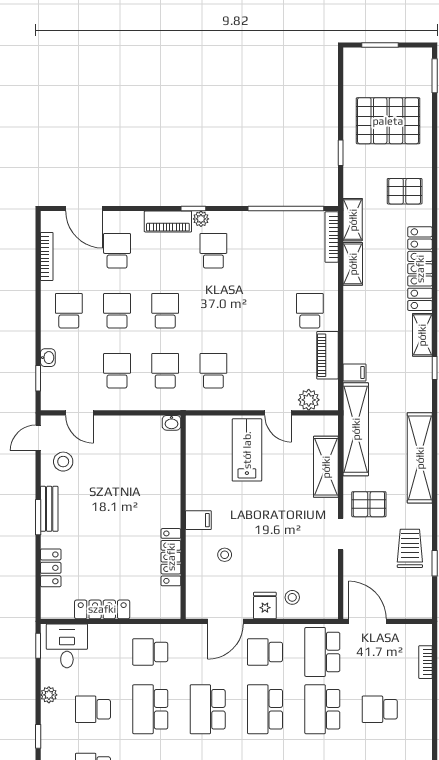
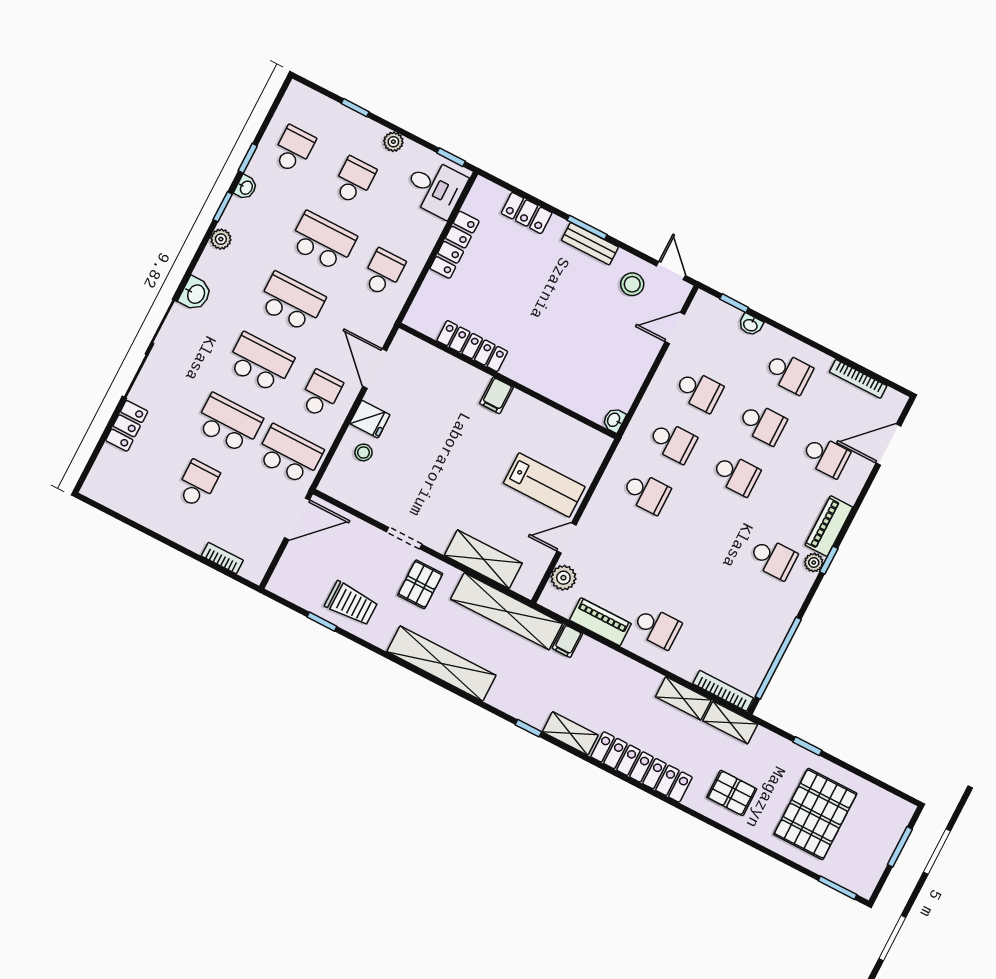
pallet: (405, 191) -> (732, 793), turned 90
stool: (225, 555) -> (445, 404), removed

